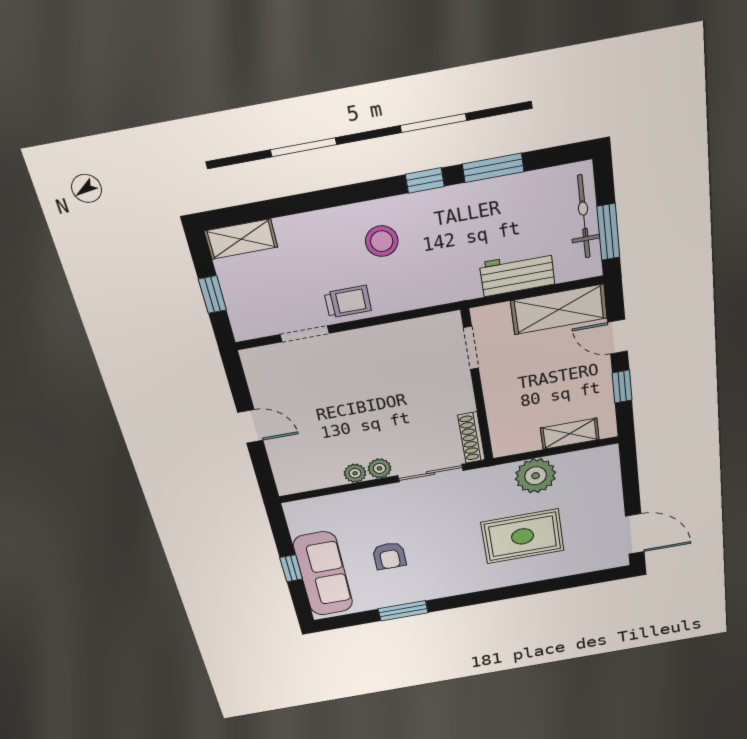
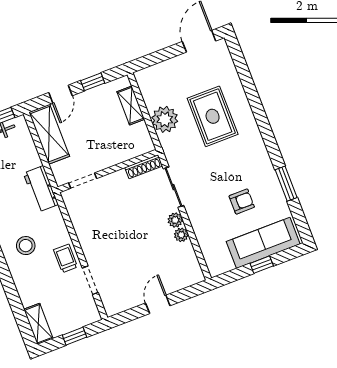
workbench: (517, 273) -> (41, 189), moved

